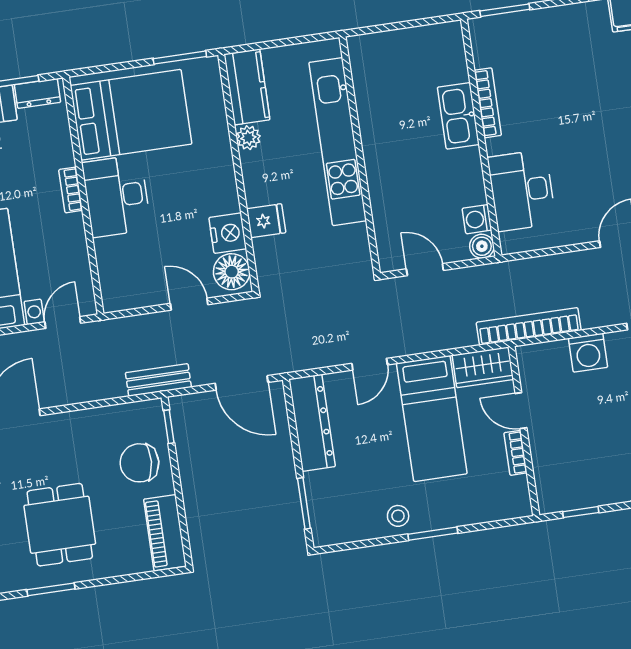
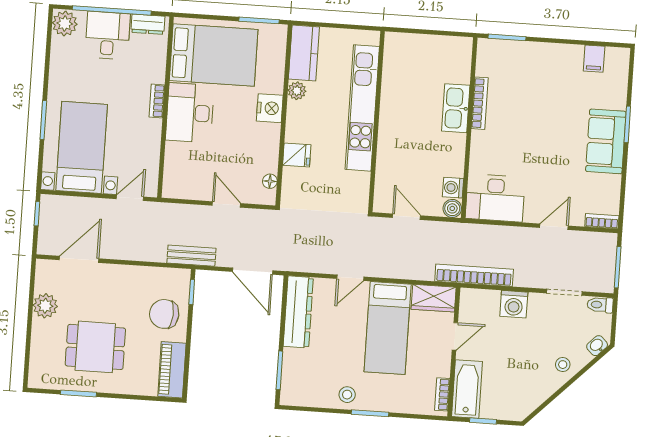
desk: (522, 190) -> (495, 198), moved, turned -90
nightstand: (228, 233) -> (270, 108), moved
floor lamp: (232, 272) -> (270, 181), width x0.53, depth x0.53
door: (521, 411) -> (455, 336), swing flipped
bookcase: (516, 453) -> (442, 394), moved
bathtub: (551, 475) -> (467, 389), added
dining table: (60, 525) -> (95, 347), turned 90

